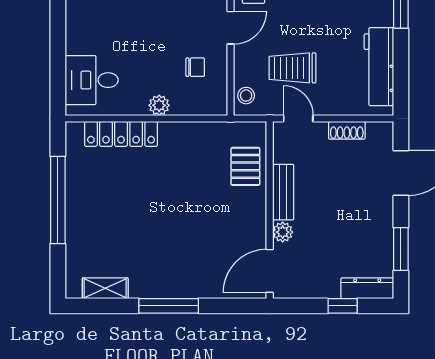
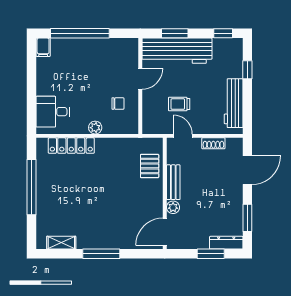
trolley: (293, 68) -> (179, 104), width x0.73, depth x0.72
stool: (246, 96) -> (150, 121), removed
window: (343, 306) -> (211, 254), width x1.50

